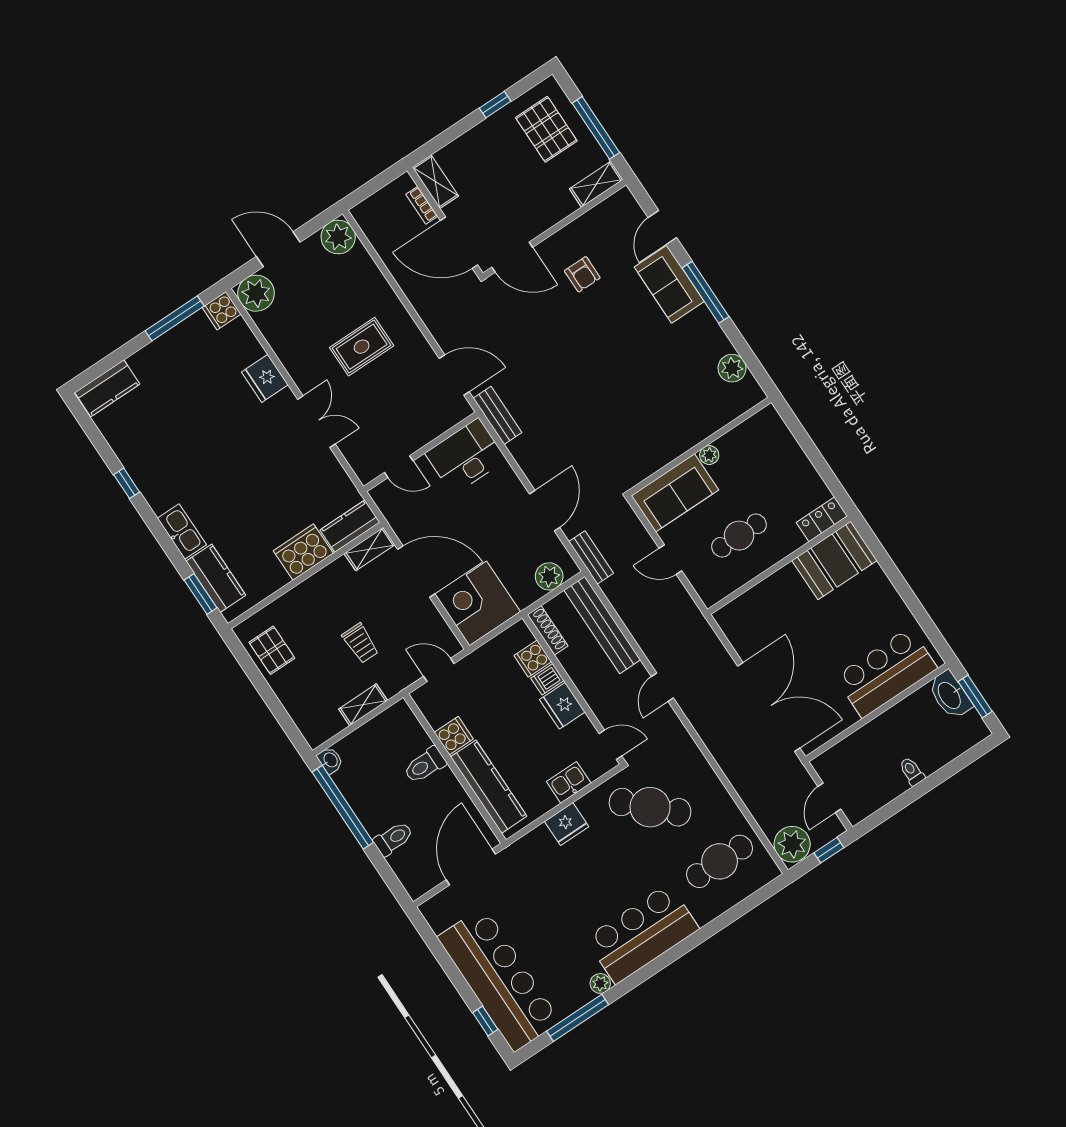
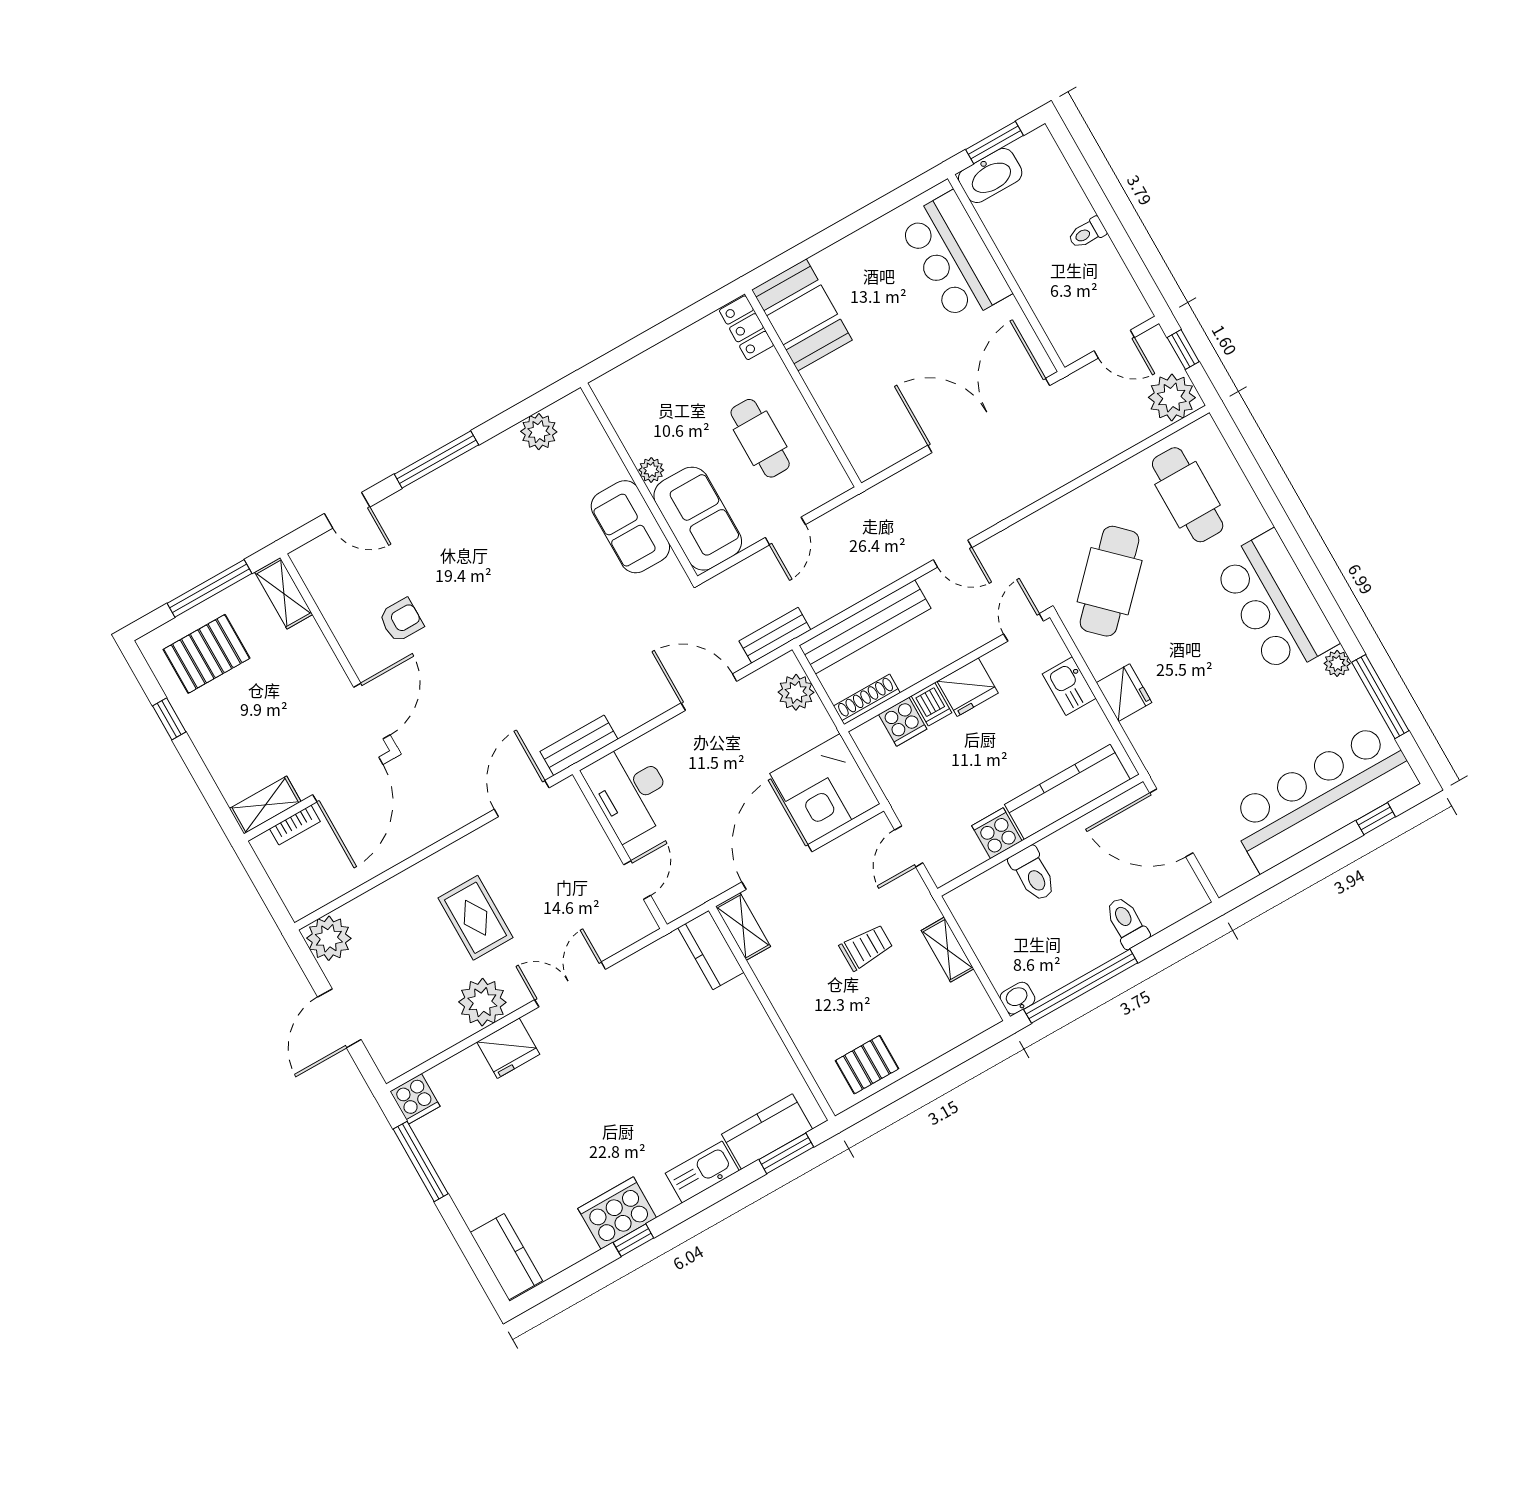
sofa: (669, 284) -> (630, 527), moved, turned 90
plant: (256, 293) -> (482, 1002), moved
cooker: (303, 552) -> (617, 1213), moved, turned 90

